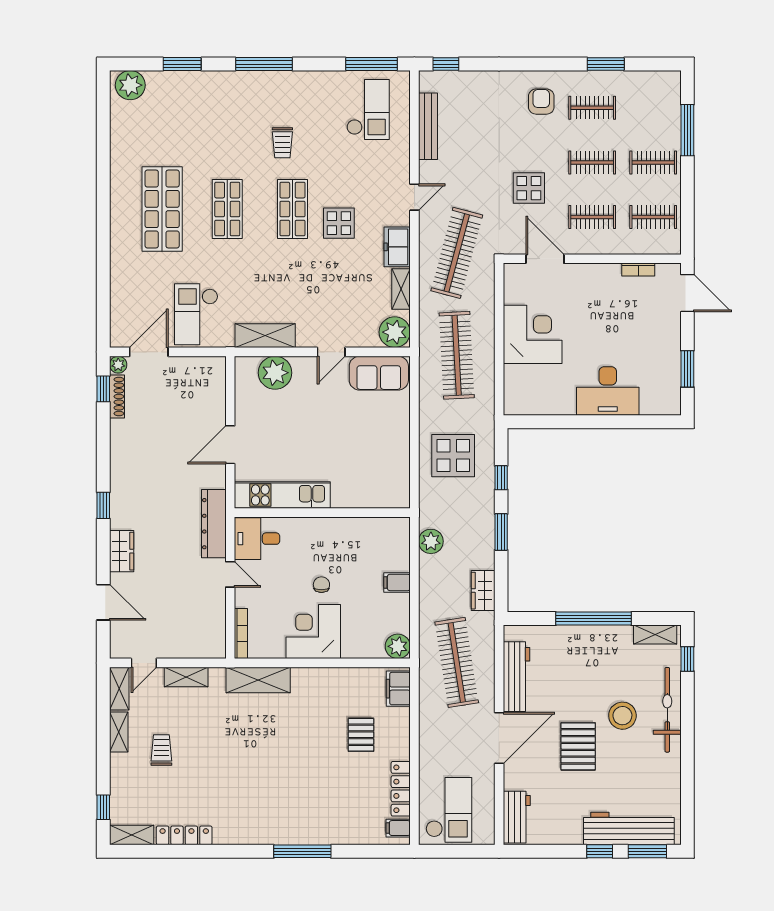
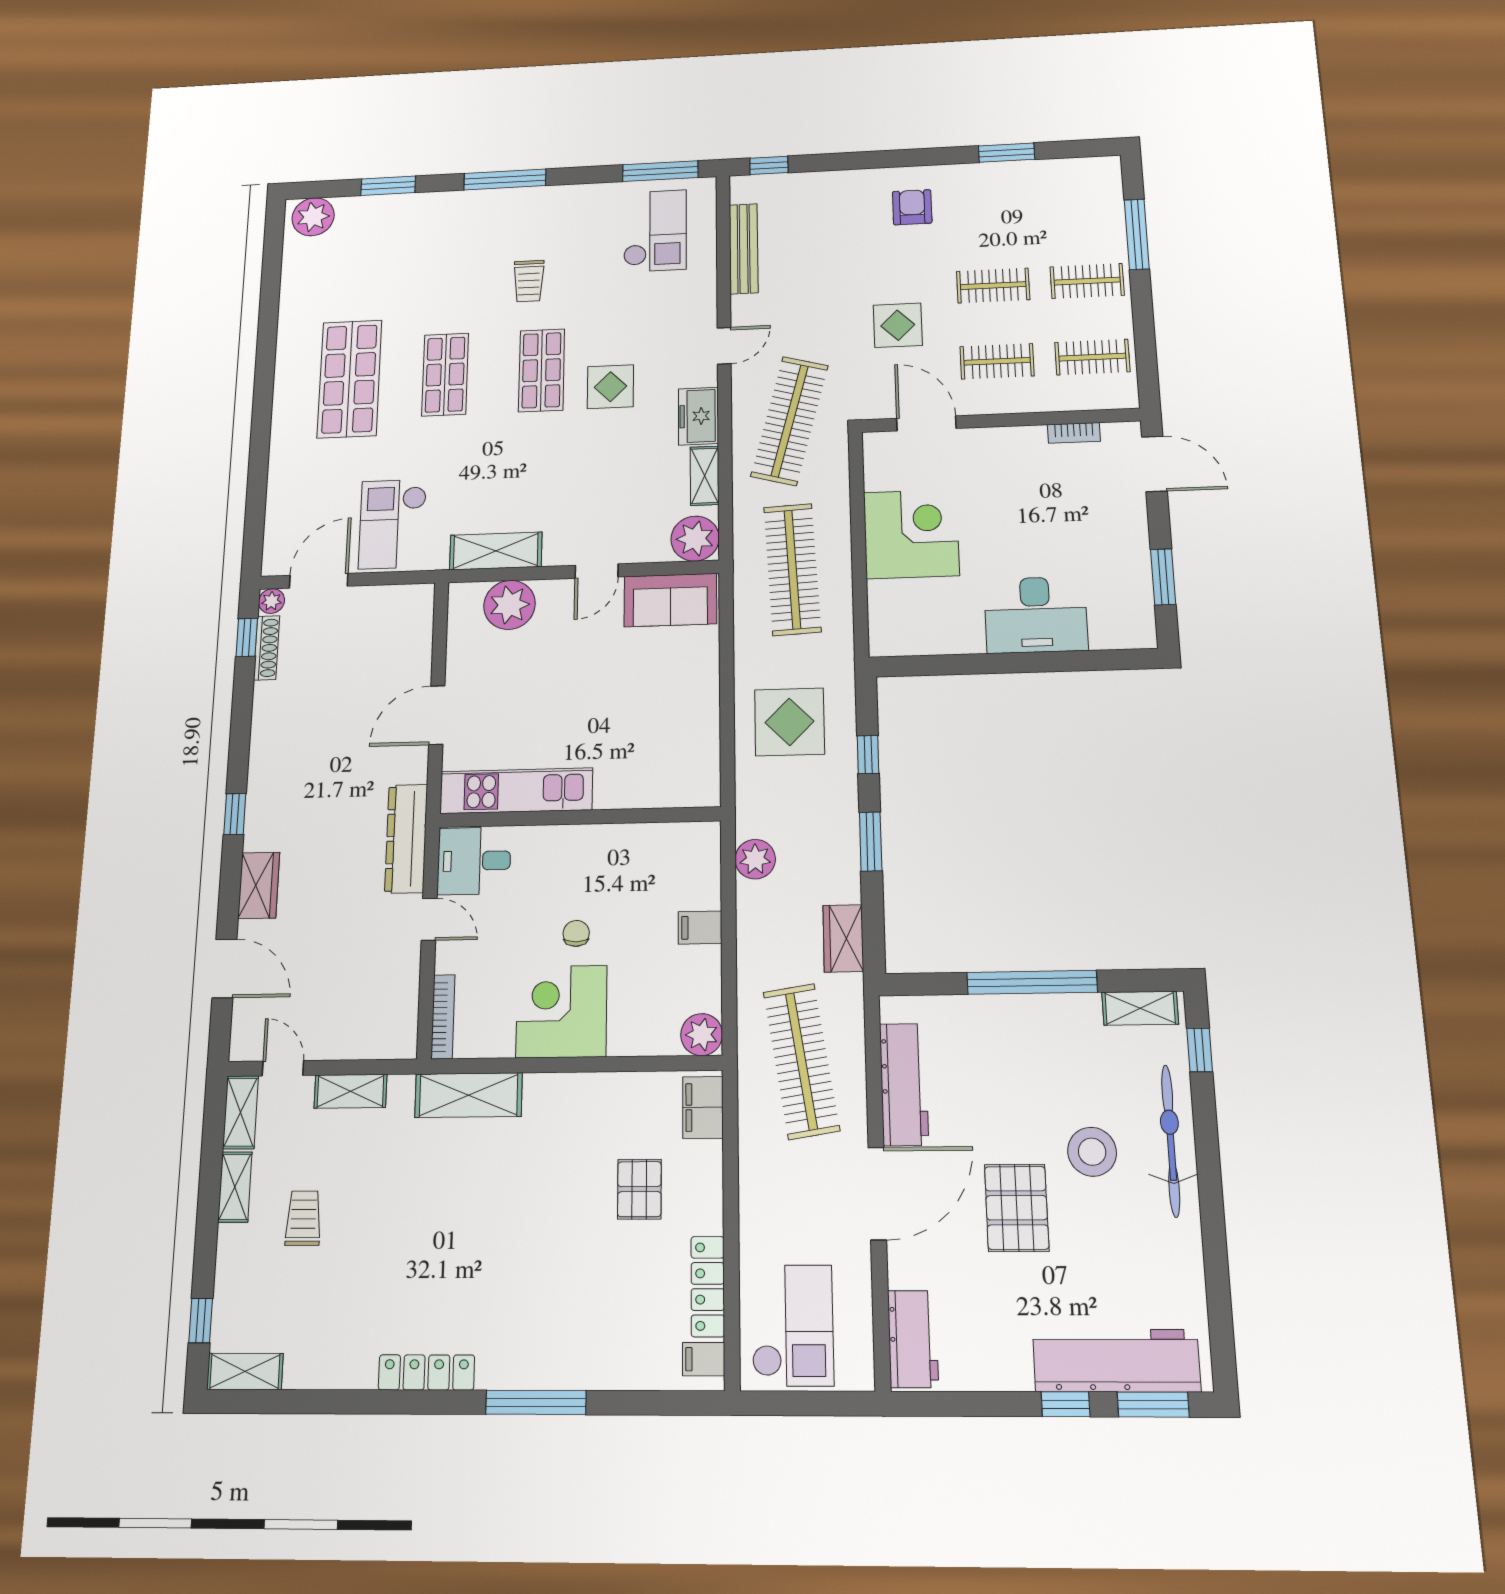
clothes rail: (592, 108) -> (989, 212), removed
door: (144, 663) -> (283, 1068), swing flipped
locker: (184, 835) -> (426, 1372), moved

